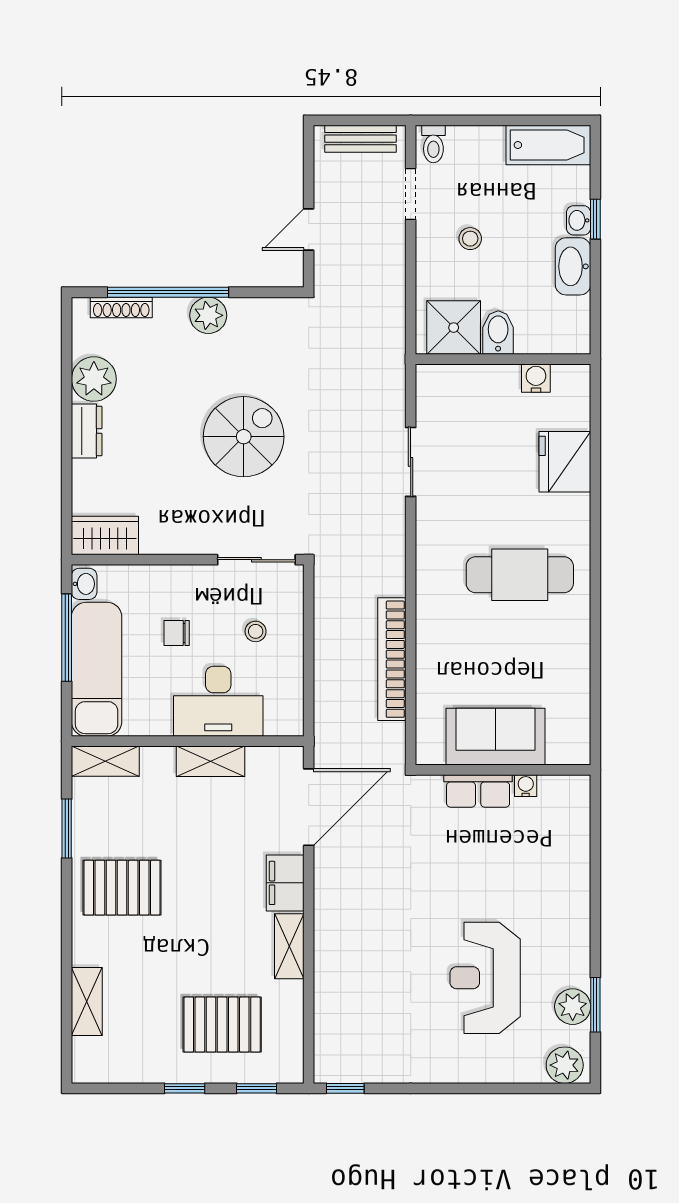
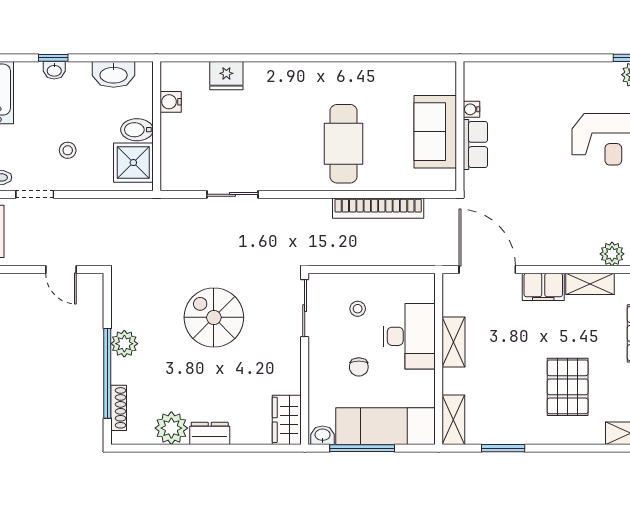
washbasin: (573, 266) -> (114, 74), moved
fridge: (565, 462) -> (226, 76), width x0.73, depth x0.75
cafe table: (520, 575) -> (344, 144), moved
pallet: (122, 888) -> (568, 387), moved
plant: (330, 976) -> (612, 254), added

